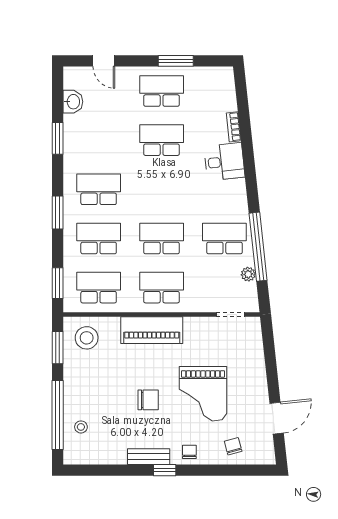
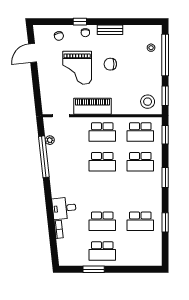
door: (104, 61) -> (137, 269), removed
washbasin: (73, 102) -> (156, 244), removed
school desk: (99, 189) -> (140, 221), moved
school desk: (224, 238) -> (64, 162), removed
piano: (152, 330) -> (93, 106), moved
grand piano: (203, 394) -> (77, 68), turned 180
window: (165, 470) -> (80, 22), moved

